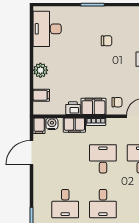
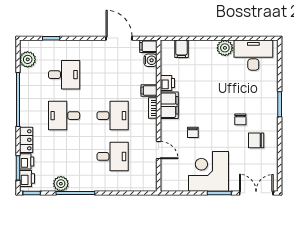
chair: (126, 26) -> (256, 140), added
plant: (40, 70) -> (225, 48), moved
chair: (117, 102) -> (193, 132), moved
filing cabinet: (74, 125) -> (149, 91), width x0.50
desk: (65, 204) -> (64, 75), turned 180

